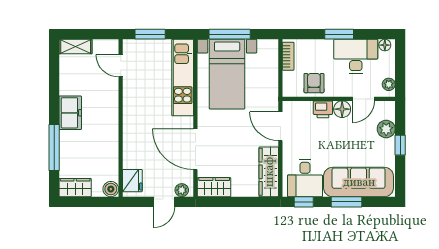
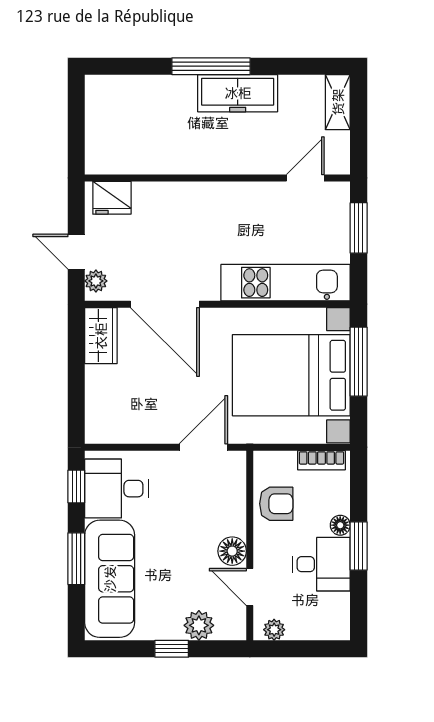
floor lamp: (385, 45) -> (340, 525), moved
desk: (356, 56) -> (321, 564), width x0.73
bed with nightstands: (227, 74) -> (291, 375), width x1.36
printer: (323, 109) -> (232, 519), removed
freezer: (70, 113) -> (238, 93), width x1.40
window: (54, 148) -> (211, 66), moved
door: (195, 149) -> (165, 304), swing flipped
wardrobe: (269, 172) -> (127, 428), removed
wardrobe: (75, 188) -> (100, 102), removed
boiler: (111, 189) -> (98, 162), removed

